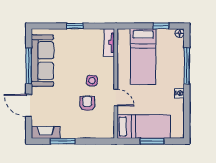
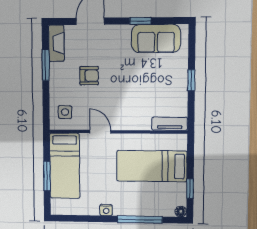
sofa: (42, 61) -> (156, 38), width x0.73
window: (29, 66) -> (140, 21), width x0.46
side table: (92, 81) -> (65, 112), moved
door: (116, 98) -> (100, 132), swing flipped
armchair: (87, 103) -> (89, 76), moved

